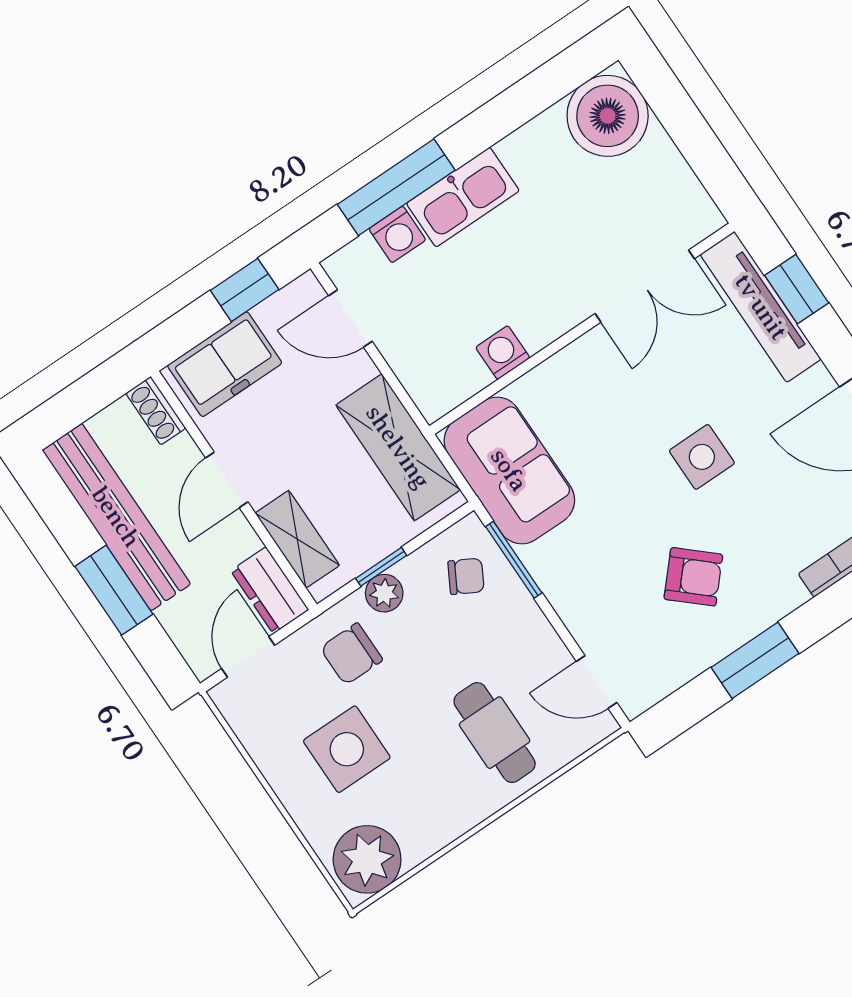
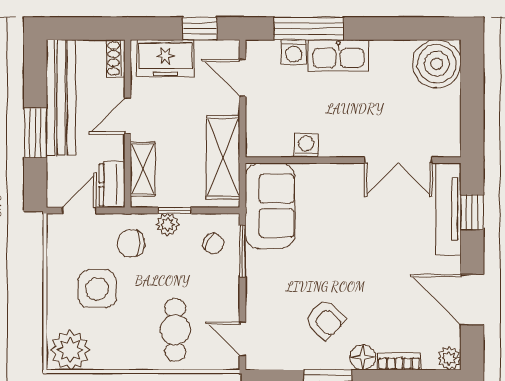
side table: (702, 457) -> (369, 263), removed
floor lamp: (781, 594) -> (363, 357), added

